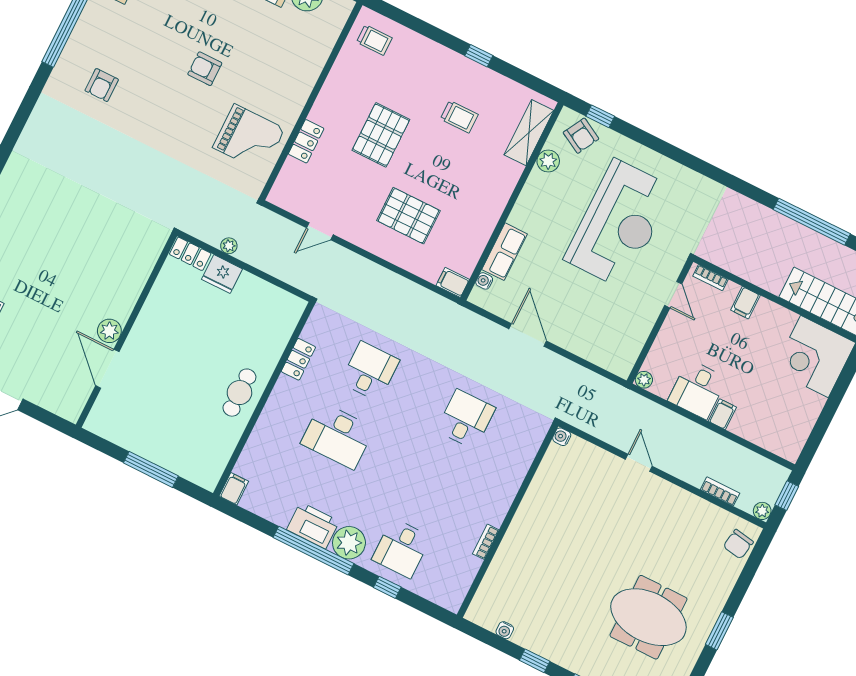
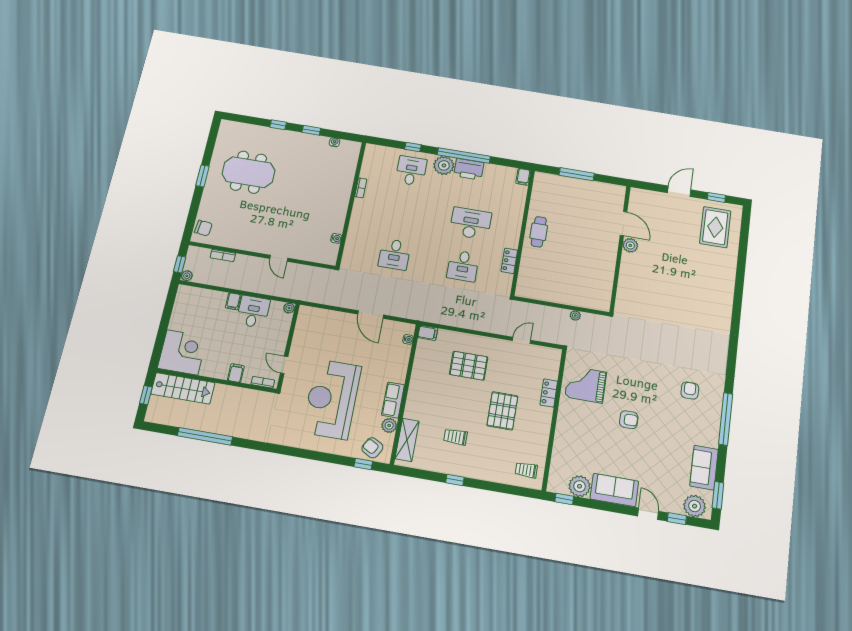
row of seats: (505, 252) -> (393, 400), moved
locker: (190, 254) -> (597, 304), removed
fridge: (222, 274) -> (574, 298), removed
water cooler: (562, 437) -> (336, 238), moved
plant: (762, 511) -> (187, 276), moved
chair: (738, 544) -> (203, 228), turned 86

